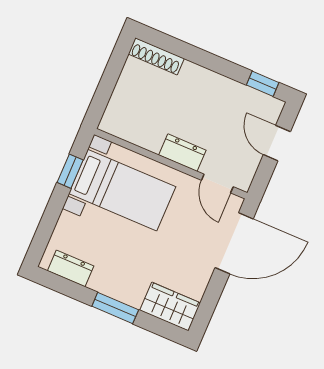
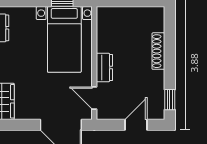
shoe rack: (156, 56) -> (158, 51), moved
door: (217, 183) -> (94, 98), hinge flipped

